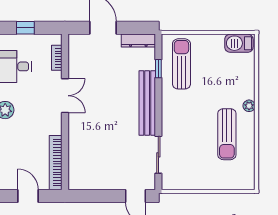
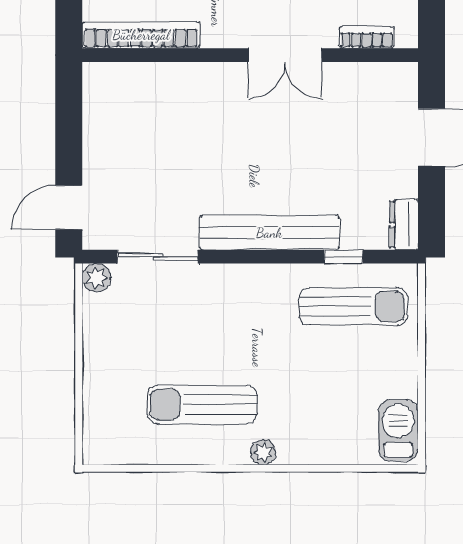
dresser: (138, 41) -> (404, 225), width x0.70
plant: (168, 183) -> (96, 278), added

